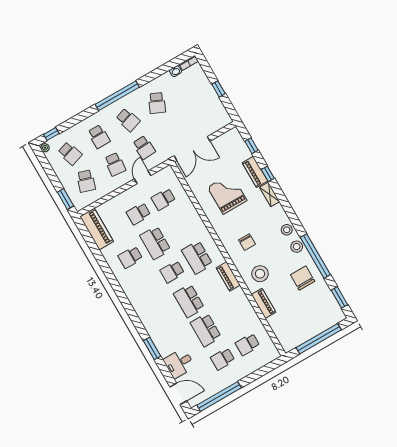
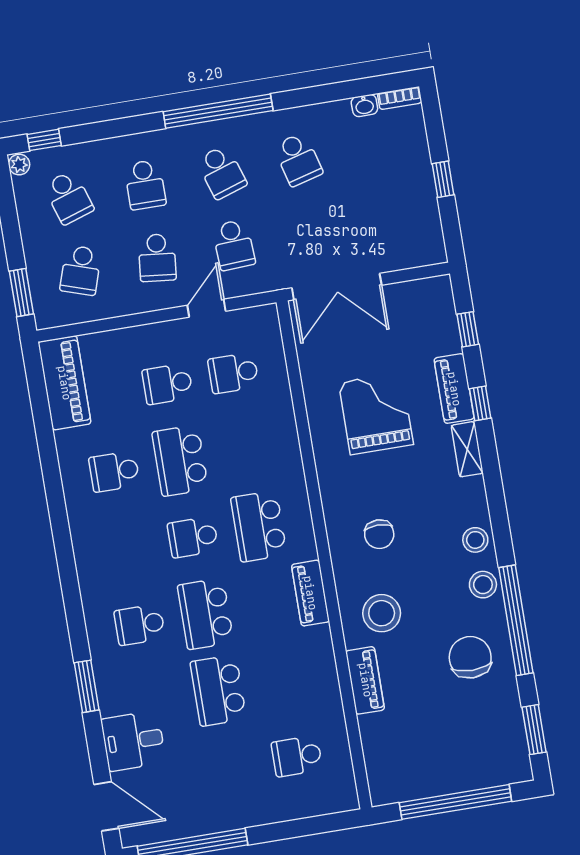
school desk: (157, 103) -> (298, 159), turned -39
school desk: (223, 359) -> (140, 625), moved

